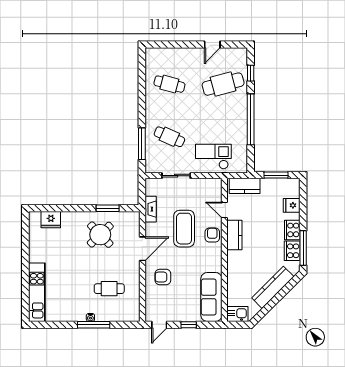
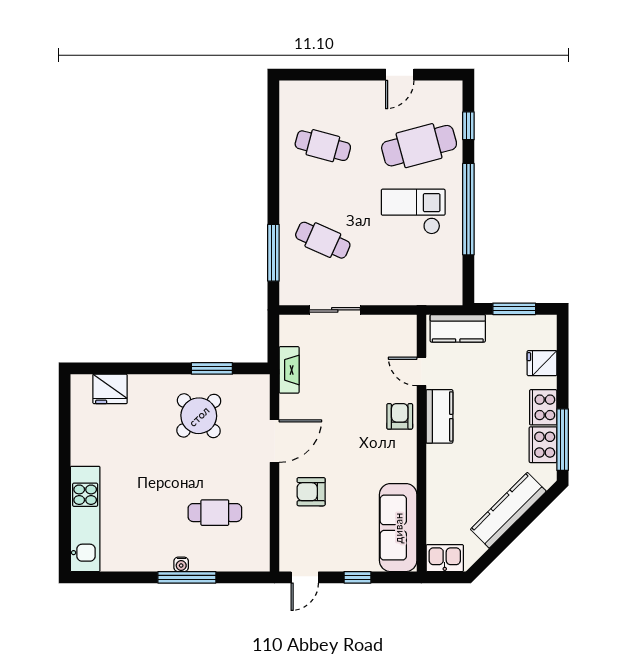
checkout: (213, 157) -> (413, 212), moved
coffee table: (184, 229) -> (349, 405), removed

